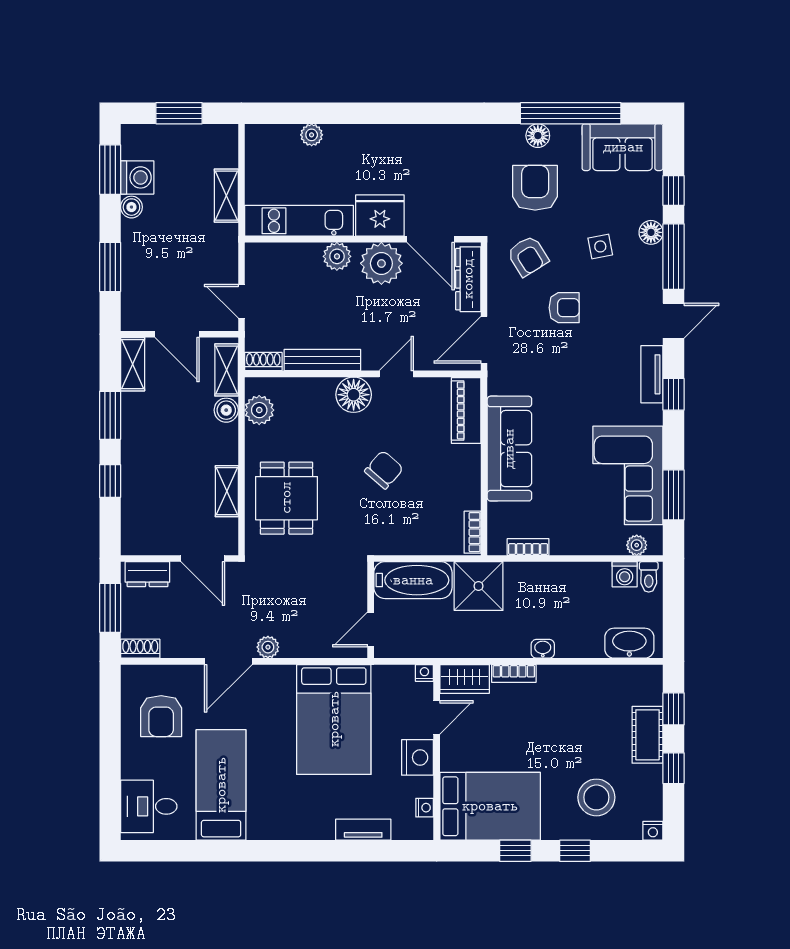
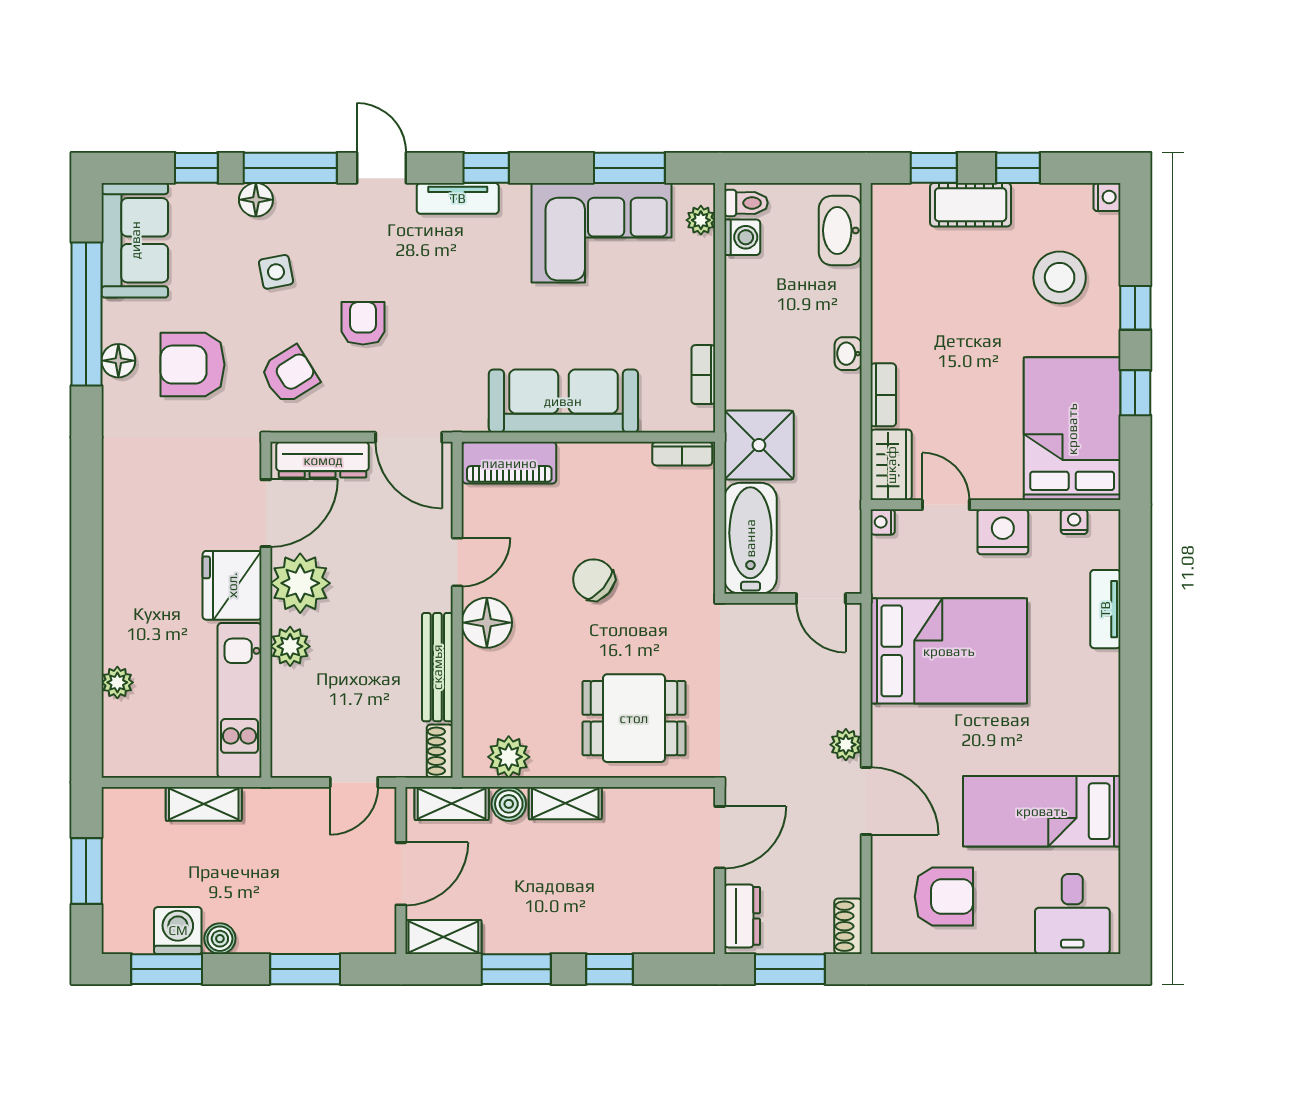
door: (396, 374) -> (457, 562), swing flipped
shelving: (227, 491) -> (565, 803), moved

